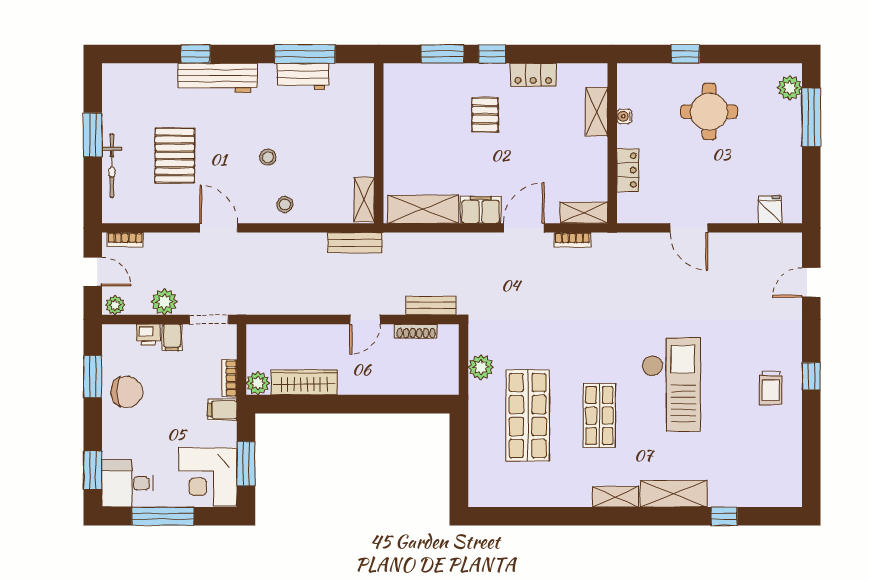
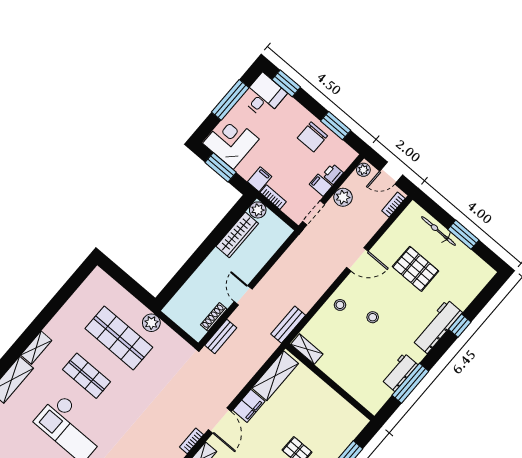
plant: (481, 367) -> (151, 323), moved

